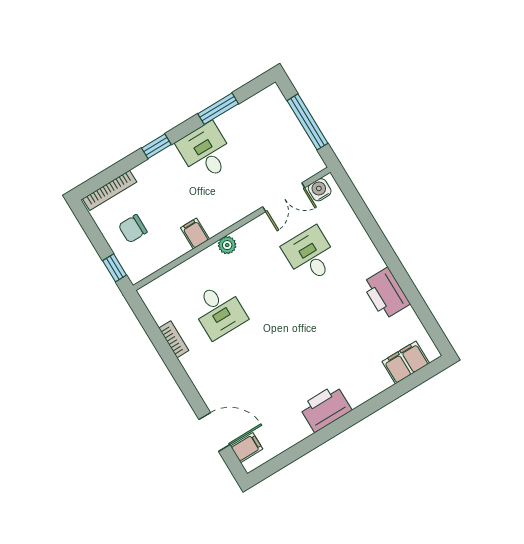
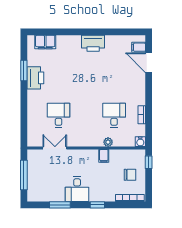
water cooler: (320, 190) -> (140, 142), moved
plant: (227, 245) -> (108, 142), moved
desk: (310, 255) -> (59, 115), turned 180
window: (412, 294) -> (24, 71), added

